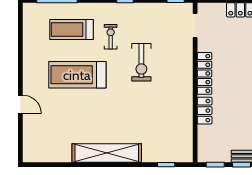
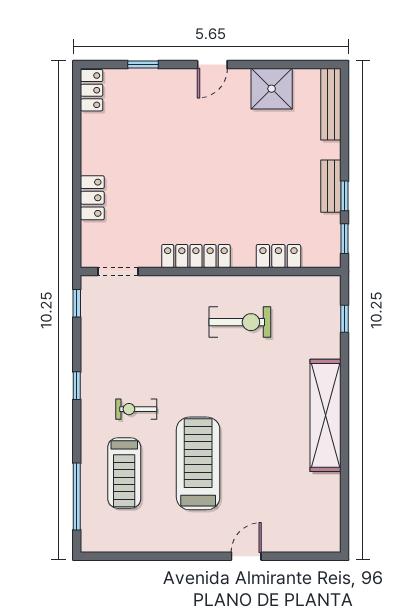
exercise bike: (141, 62) -> (240, 322), moved
treadmill: (77, 75) -> (198, 463), turned 180
locker: (205, 111) -> (278, 256), moved

